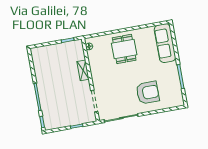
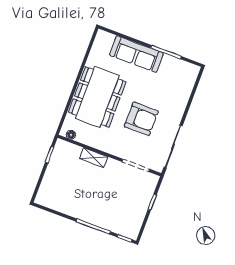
sofa: (165, 43) -> (136, 54), moved
dining table: (124, 49) -> (97, 97), width x1.88, depth x1.24
armchair: (148, 93) -> (141, 119), moved, turned 90

